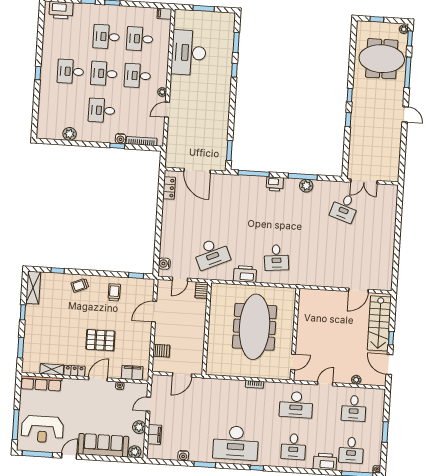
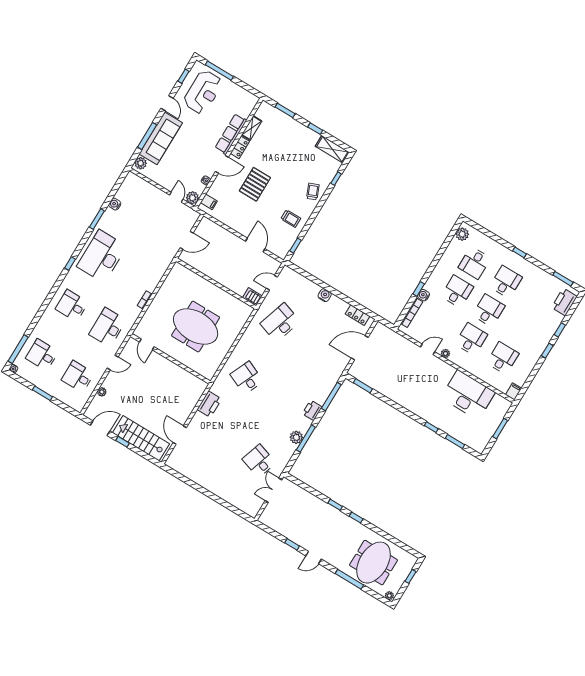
window: (41, 22) -> (563, 279), added
desk: (106, 37) -> (474, 263), moved, turned 180
window: (410, 38) -> (292, 544), moved
door: (167, 110) -> (428, 349), hinge flipped
plant: (70, 134) -> (462, 234), moved
desk: (212, 253) -> (280, 322), turned 42
desk: (276, 258) -> (247, 378), turned 30
water cooler: (164, 264) -> (325, 295), moved
printer: (245, 274) -> (209, 404), moved
door: (180, 279) -> (272, 283), hinge flipped
meeting table: (255, 327) -> (196, 327), width x0.73
server rack: (161, 351) -> (218, 233), removed
filing cabinet: (132, 373) -> (209, 202), width x0.50
door: (182, 375) -> (187, 240), swing flipped
door: (98, 379) -> (222, 164), hinge flipped
row of seats: (41, 383) -> (231, 134), moved
door: (325, 384) -> (113, 363), hinge flipped
plant: (139, 427) -> (192, 198), moved
reception desk: (42, 429) -> (203, 92), turned 180
filing cabinet: (154, 434) -> (147, 189), removed
window: (37, 454) -> (183, 76), width x0.46
window: (108, 458) -> (147, 136), added
printer: (325, 462) -> (44, 327), removed

